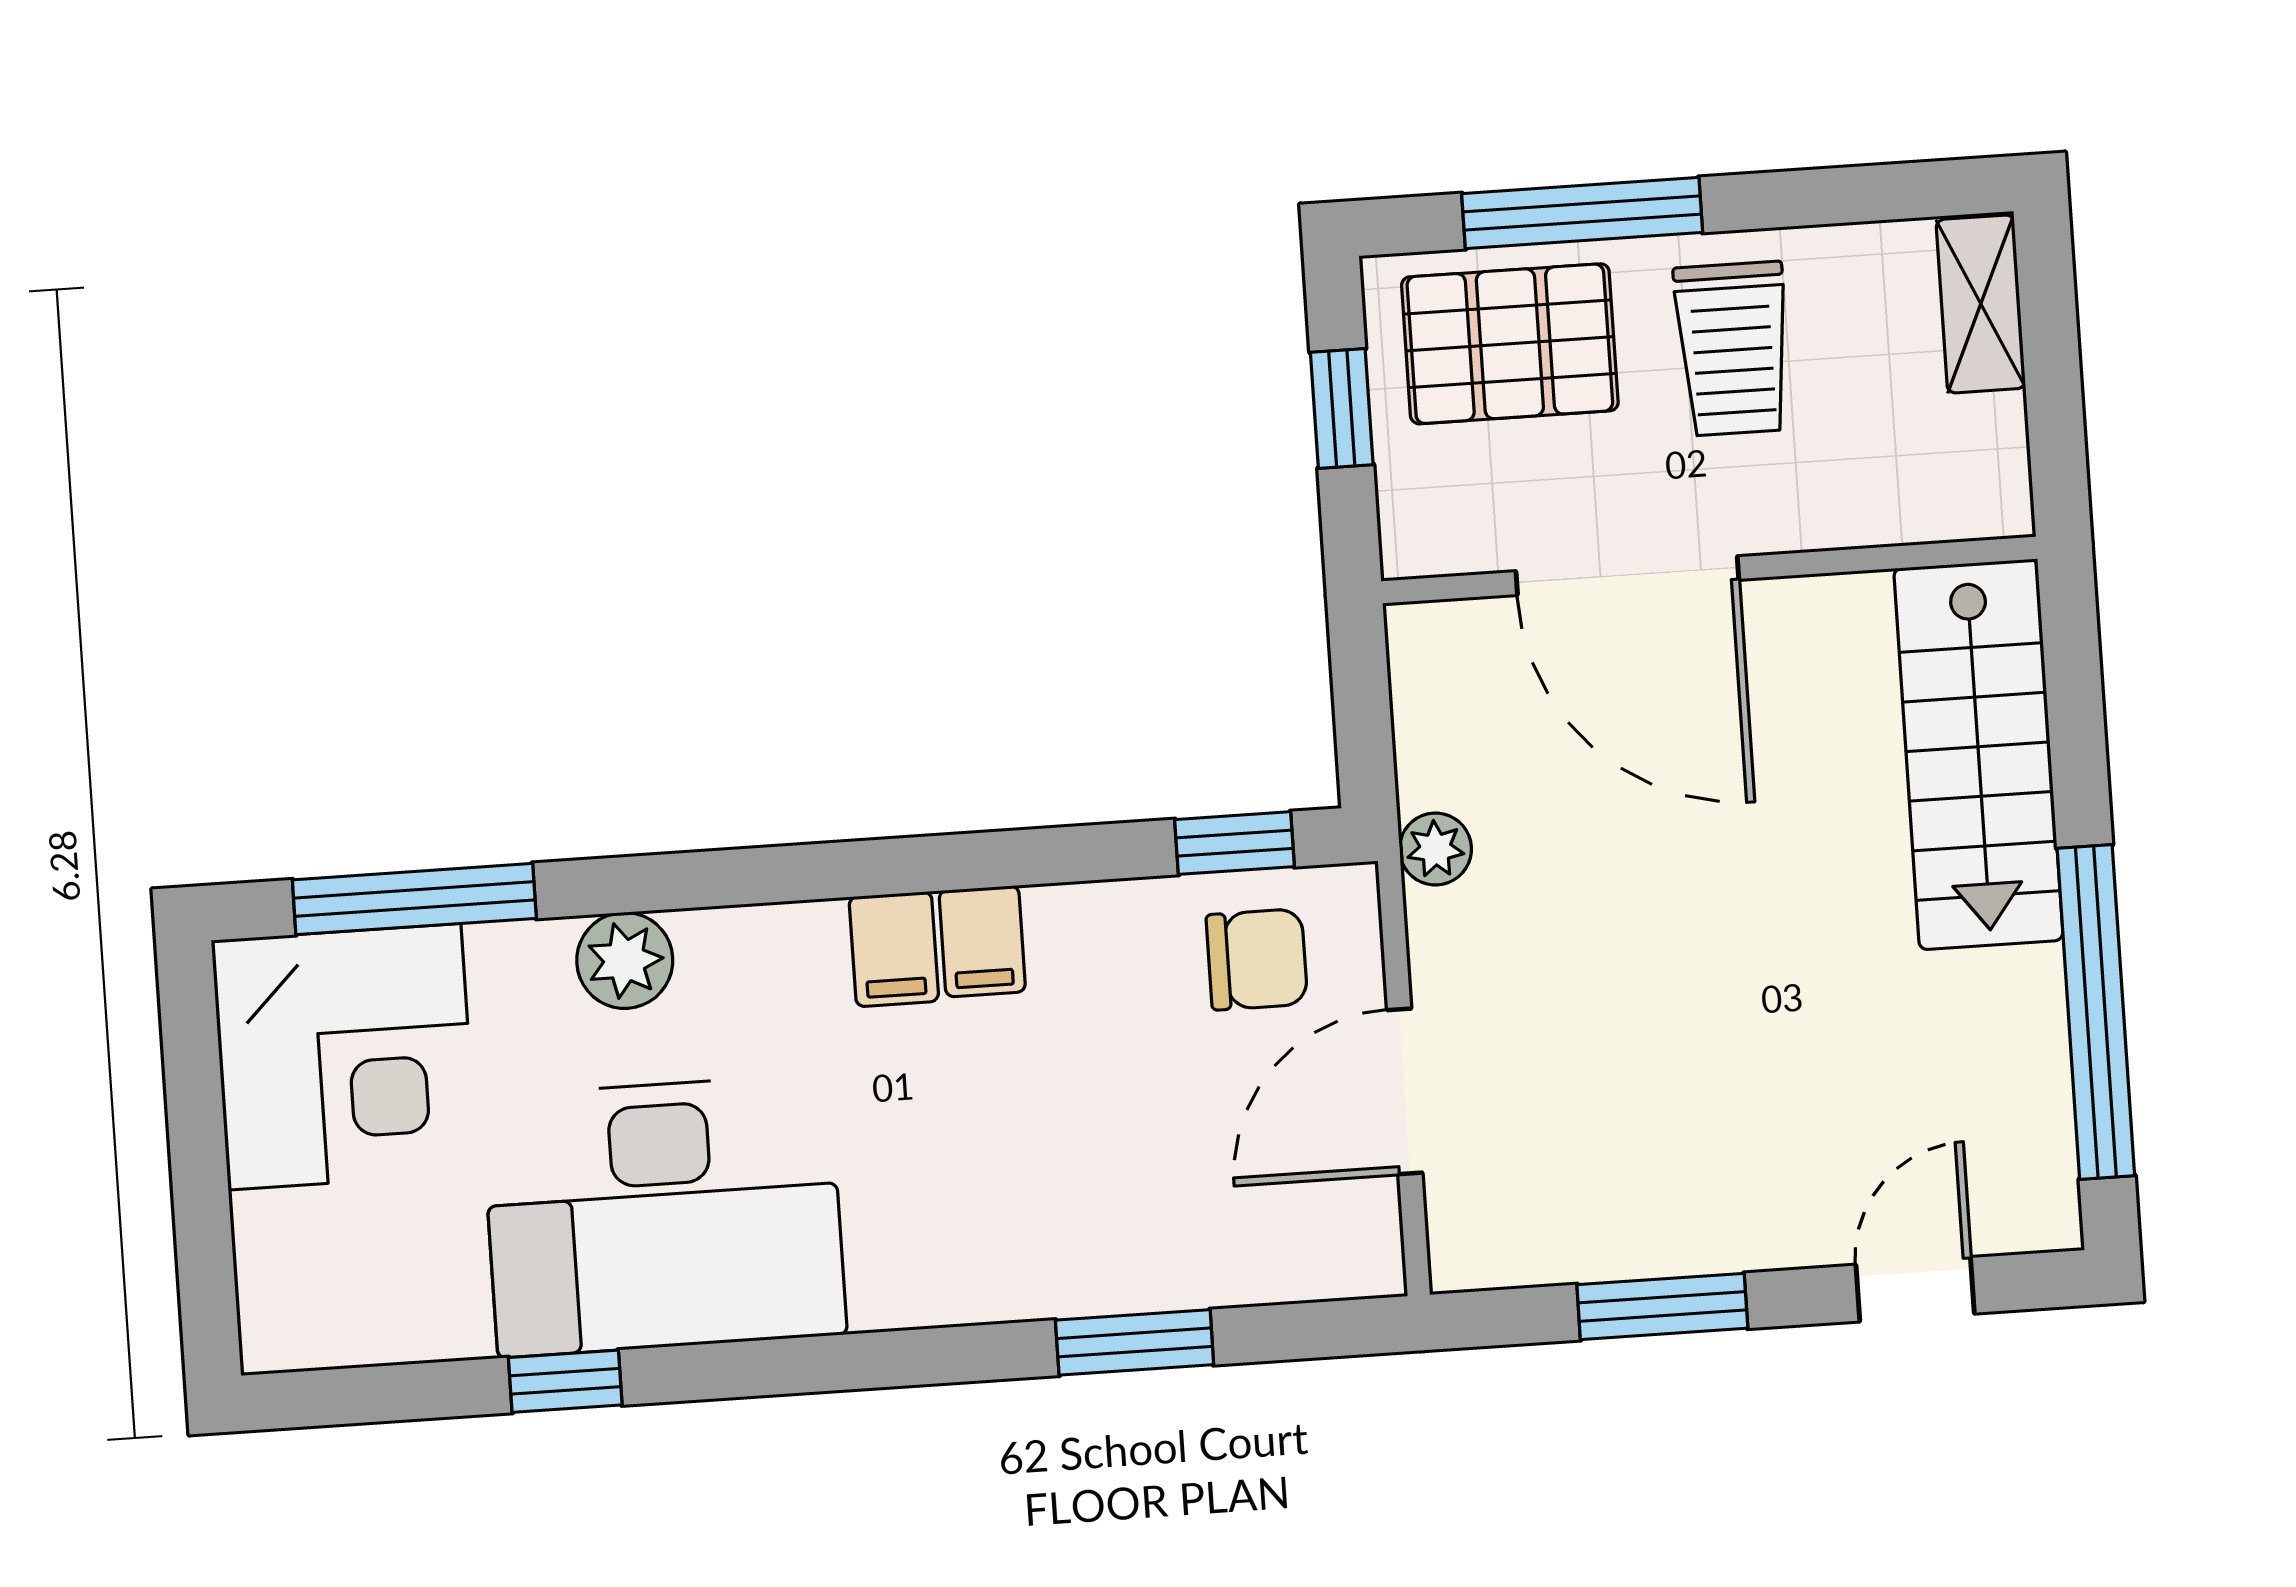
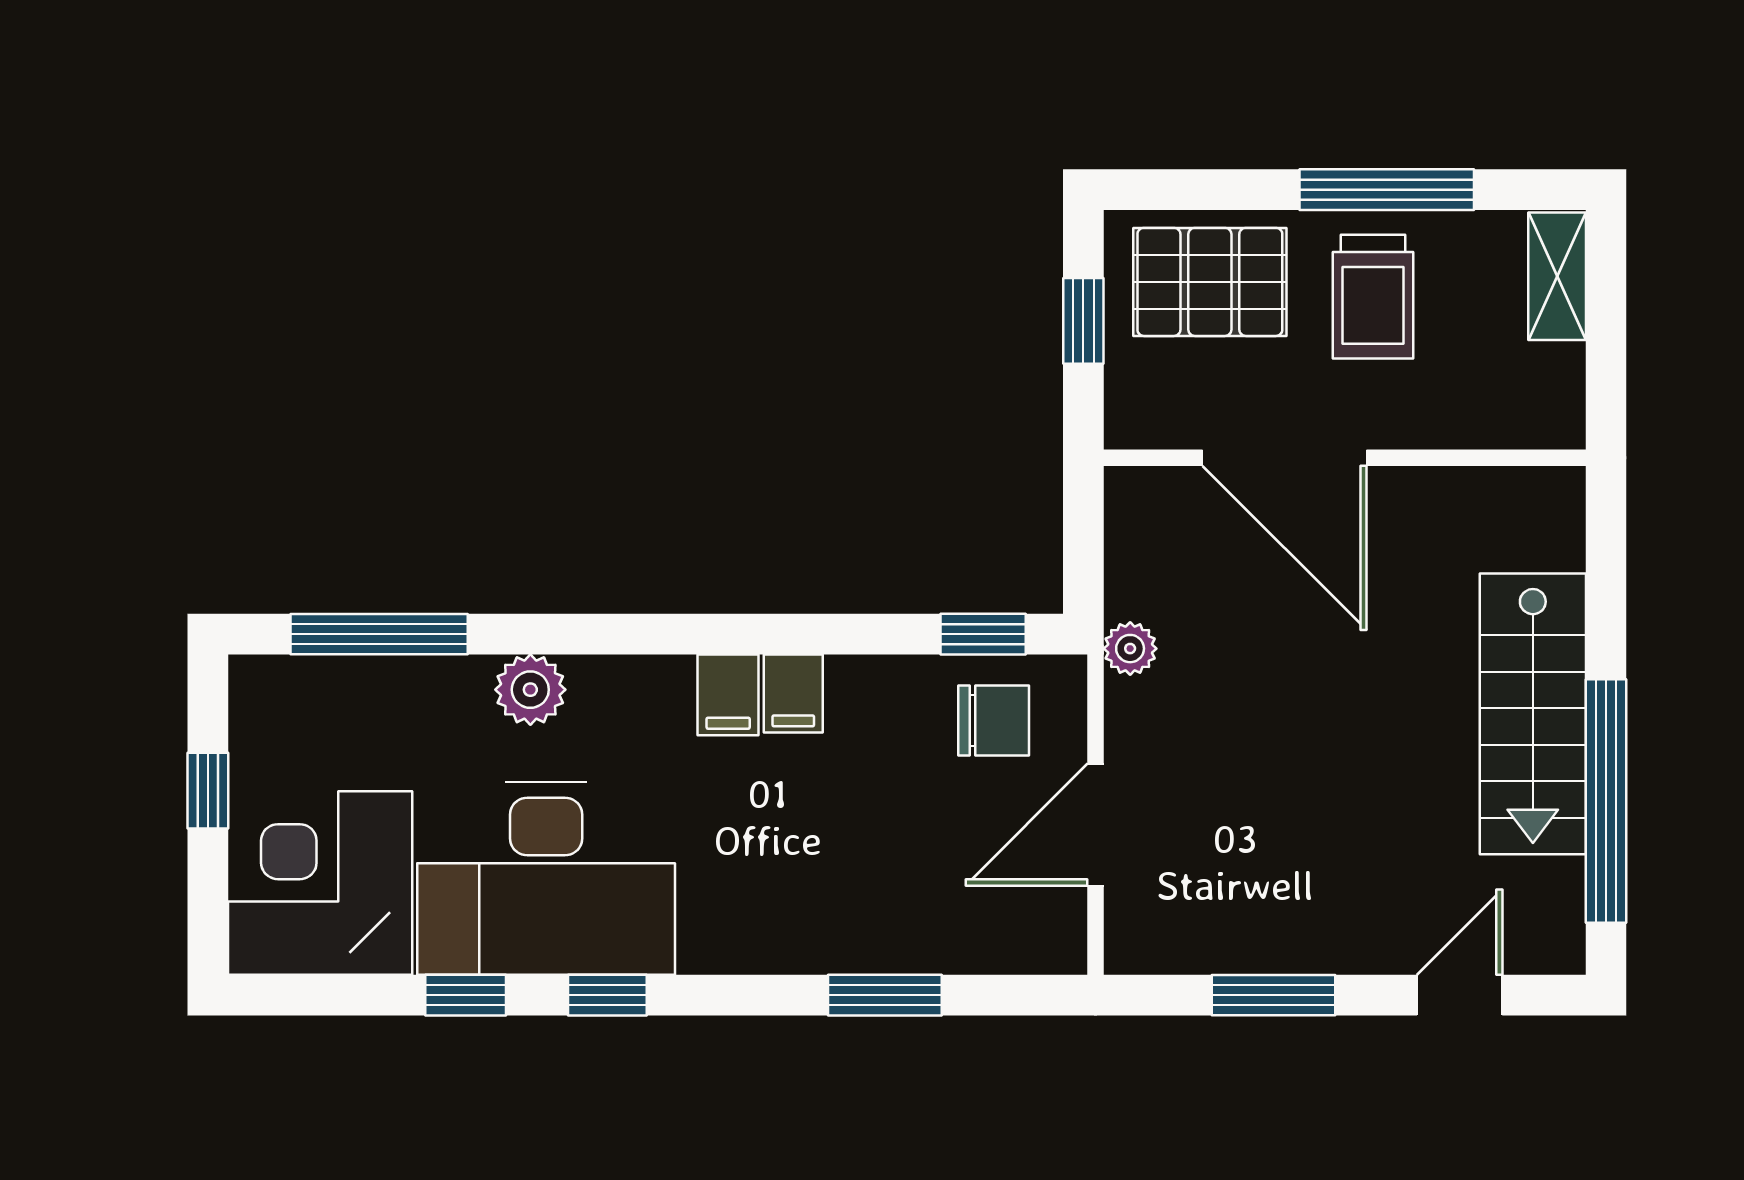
window: (1582, 213) -> (1387, 190), moved
stairs: (1978, 754) -> (1533, 714), moved
corner desk: (345, 1057) -> (320, 883), moved, turned 180
window: (196, 1127) -> (208, 791), added
window: (758, 1368) -> (607, 995), added

